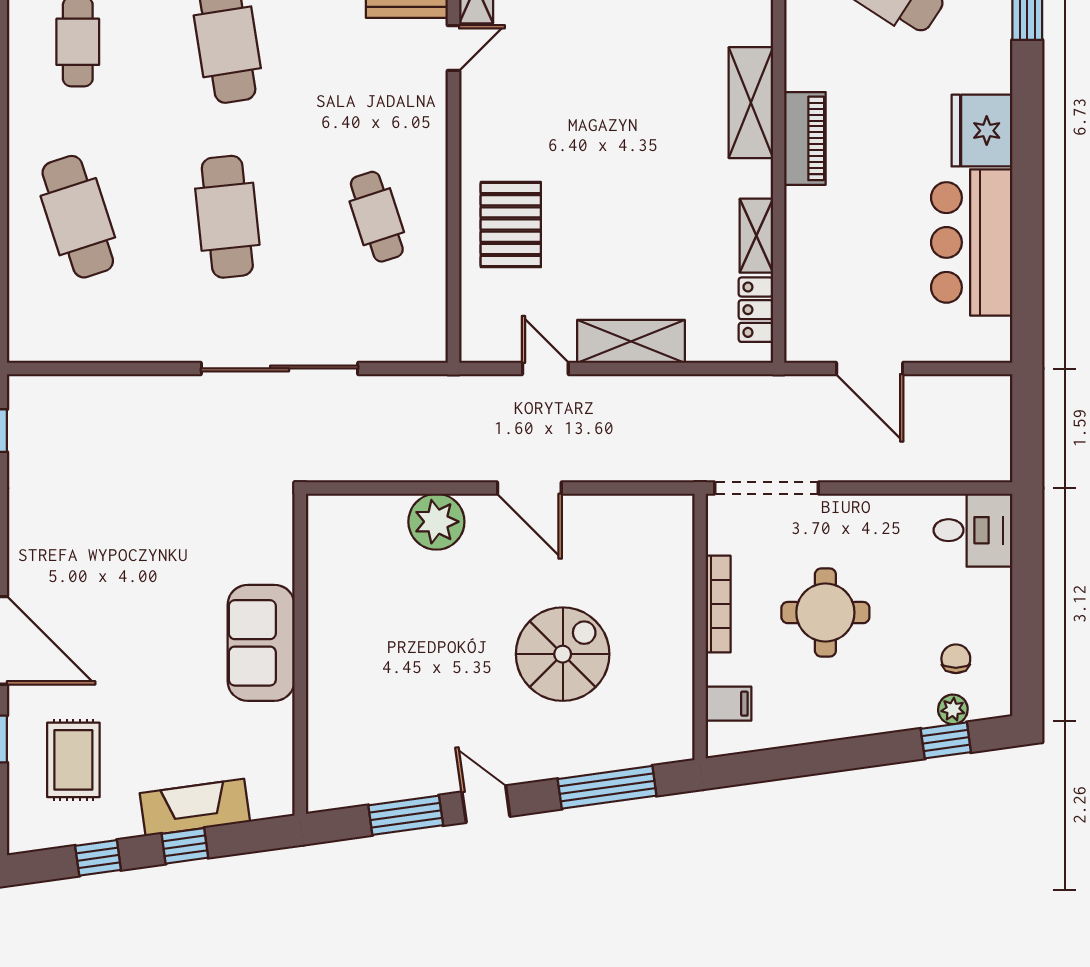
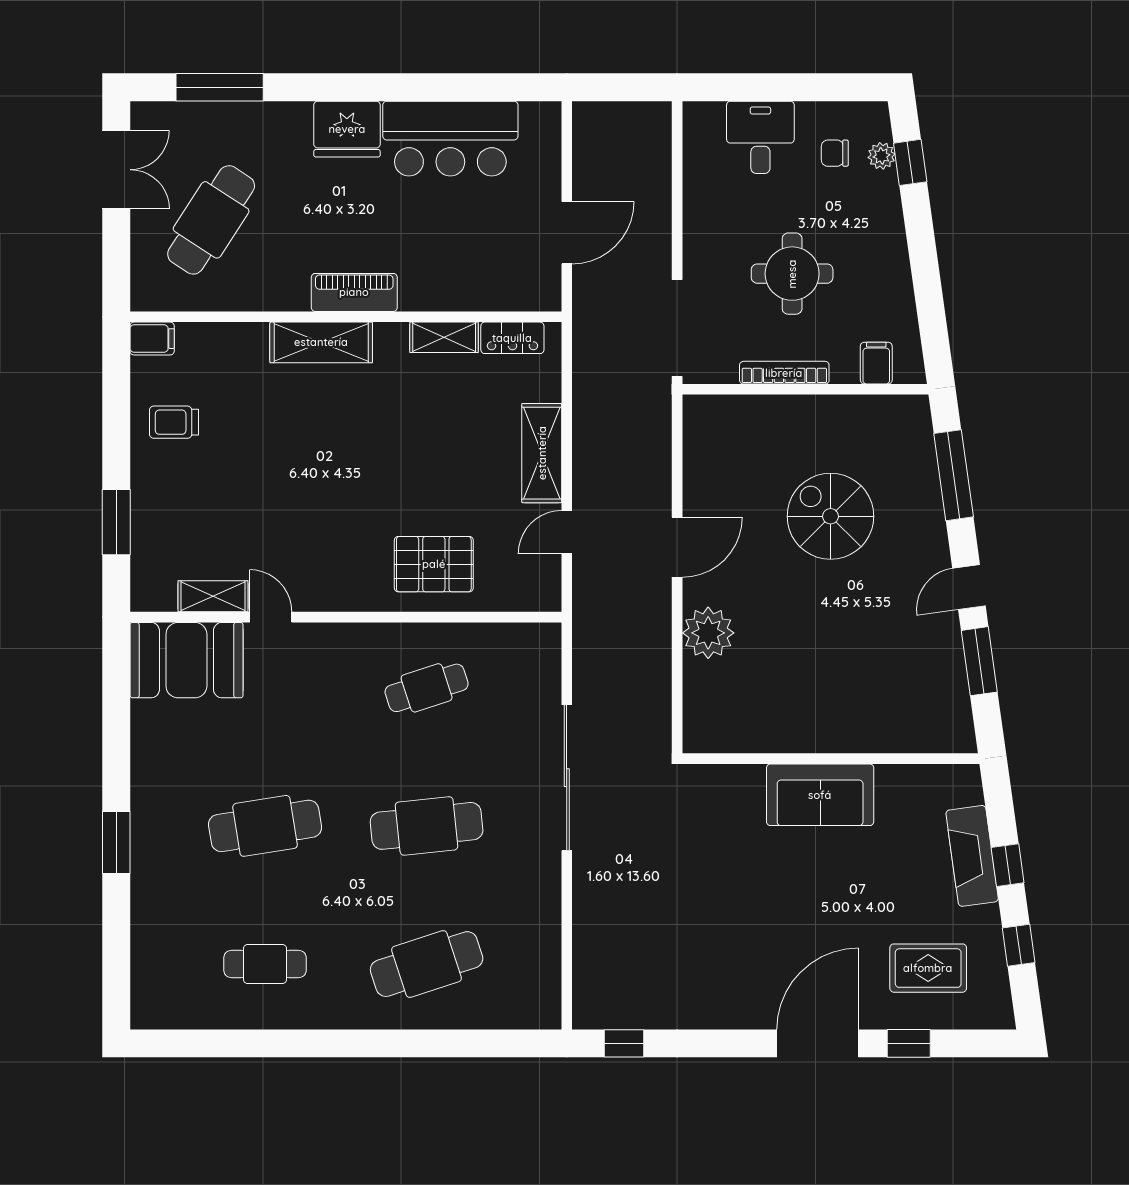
desk: (973, 530) -> (760, 137), moved

